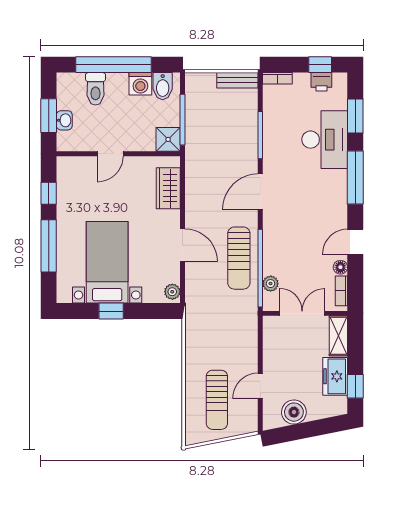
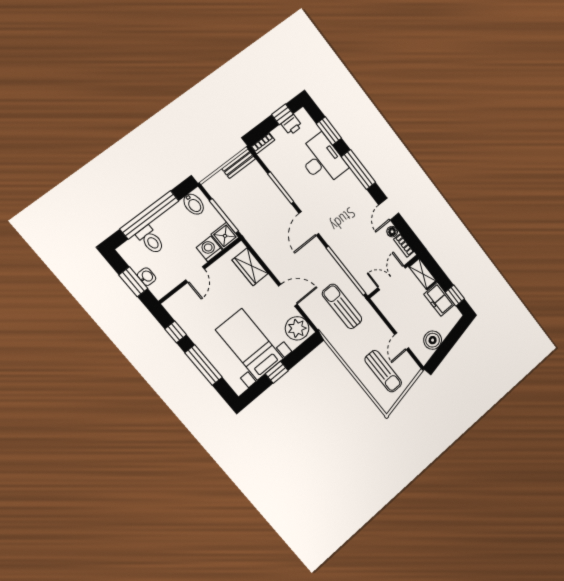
washing machine: (140, 84) -> (209, 249), moved, turned 180
sun lounger: (239, 258) -> (342, 306), moved, turned 180
plant: (271, 284) -> (359, 275), removed
plant: (172, 292) -> (297, 328), width x1.87, depth x1.87

